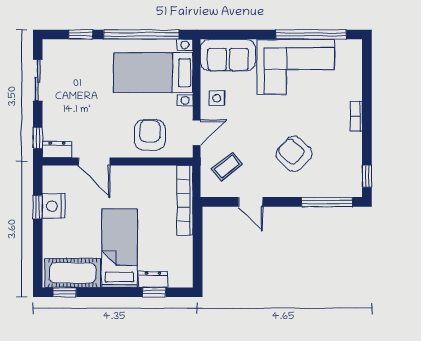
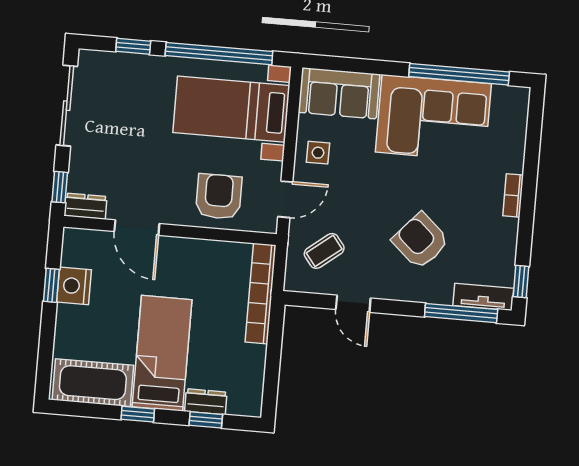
sliding door: (38, 80) -> (67, 106), width x1.37
tv unit: (341, 189) -> (483, 297), added
window: (65, 292) -> (138, 414), moved

